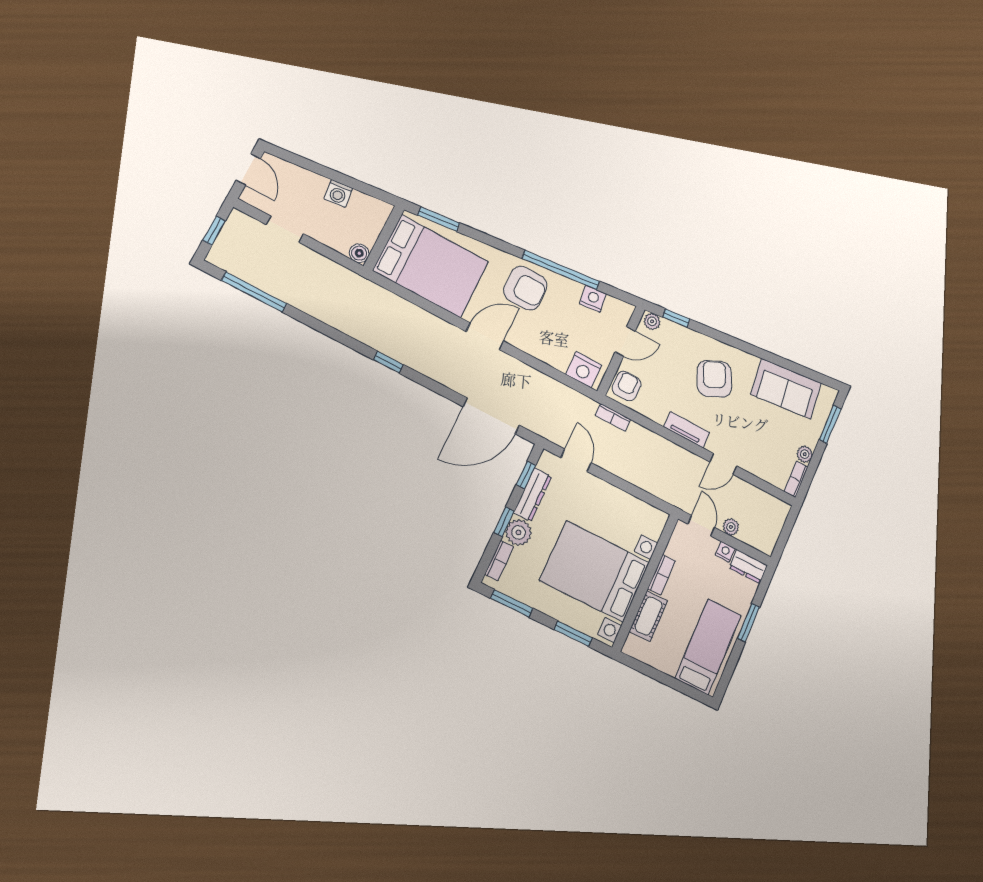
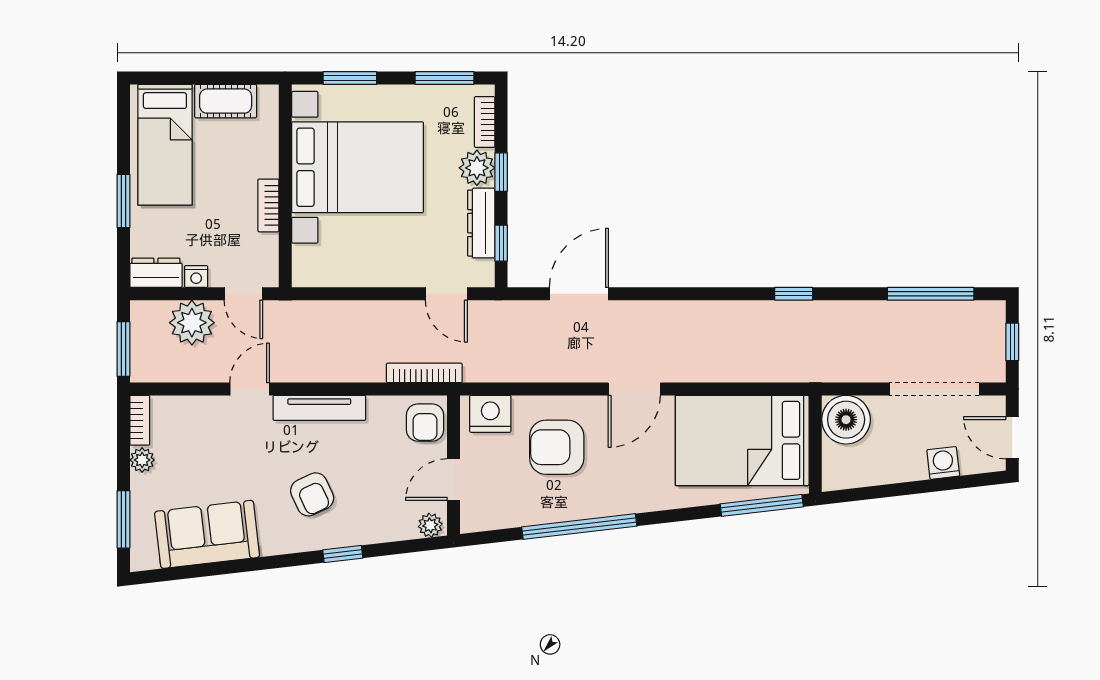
washing machine: (338, 193) -> (943, 463), moved
window: (439, 219) -> (762, 505), width x1.44
doorway: (285, 229) -> (934, 389), width x1.88
boiler: (359, 253) -> (846, 420), width x1.86, depth x1.86
armchair: (525, 288) -> (557, 447), moved
nightstand: (593, 299) -> (521, 512), removed
window: (676, 318) -> (343, 554), moved
window: (388, 362) -> (794, 294), moved
armchair: (714, 379) -> (312, 494), width x0.72, depth x0.72
door: (491, 416) -> (579, 294), width x0.73
bookcase: (613, 417) -> (424, 373), width x1.56
tv unit: (687, 430) -> (319, 408), width x1.41
plant: (731, 527) -> (192, 323), width x1.88, depth x1.88
window: (787, 529) -> (123, 349), added
cot: (648, 616) -> (226, 101), moved, turned 90

